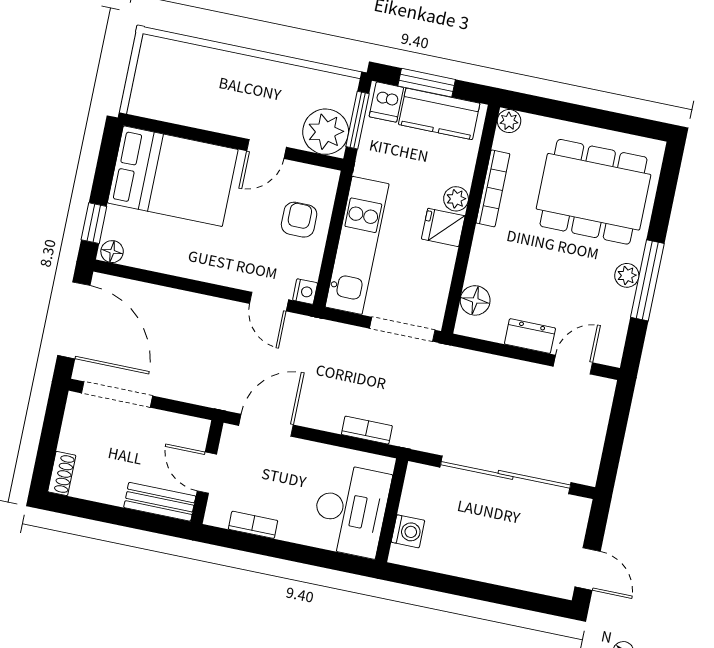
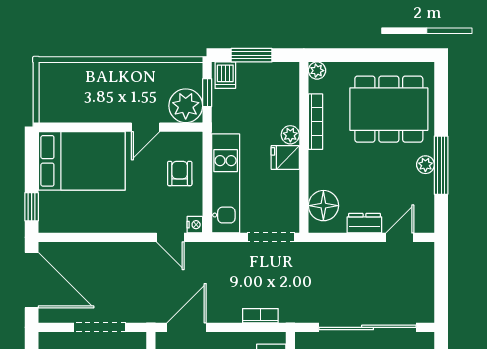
kitchen counter: (439, 114) -> (265, 76), removed
window: (358, 120) -> (207, 93), width x0.67
floor lamp: (112, 252) -> (49, 225), removed
floor lamp: (475, 300) -> (323, 206), width x1.38, depth x1.38
doorway: (117, 394) -> (100, 327), moved

